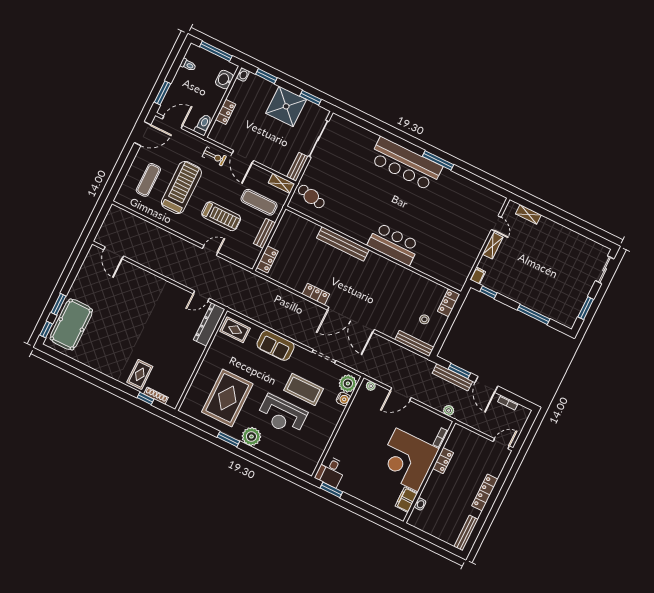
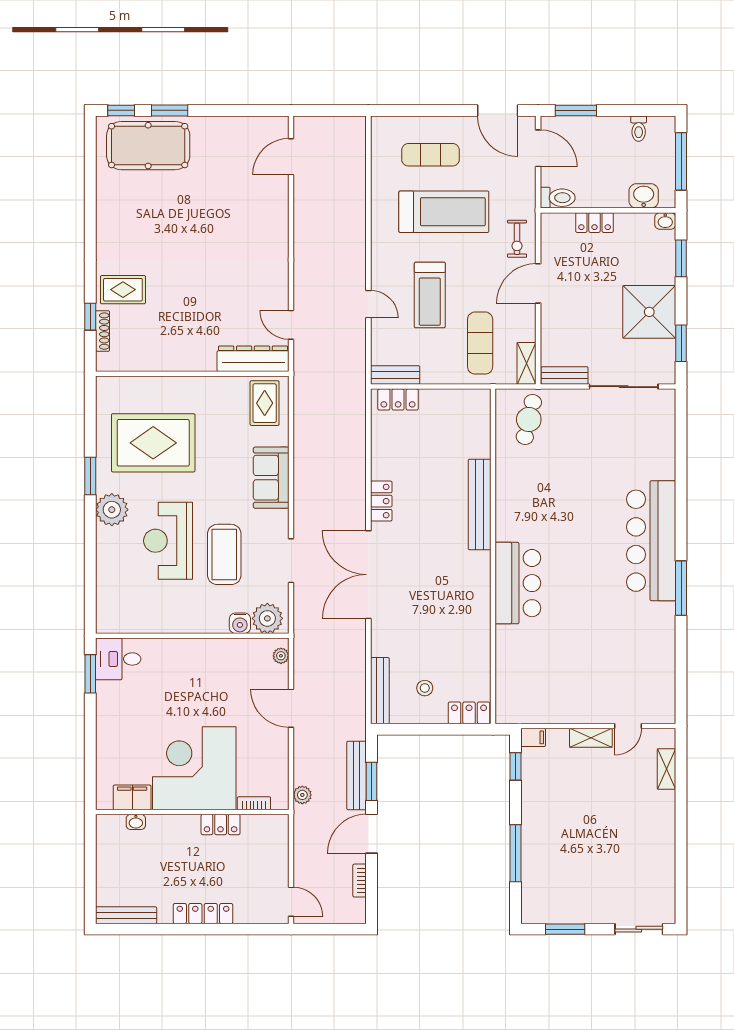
bench: (264, 233) -> (395, 375), moved

